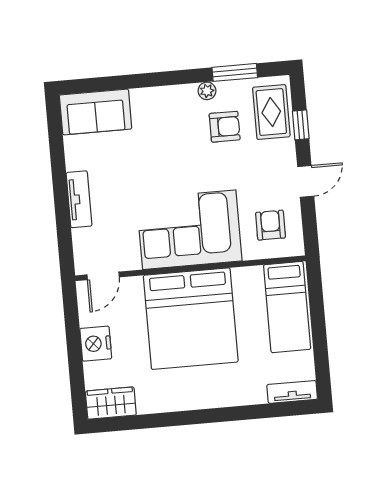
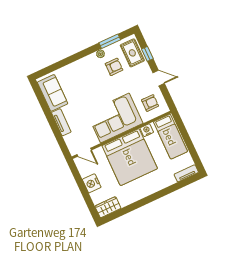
sofa: (96, 112) -> (53, 93), moved, turned -90
door: (306, 181) -> (159, 78), hinge flipped
armchair: (271, 225) -> (150, 103), turned 90
door: (103, 276) -> (84, 152), hinge flipped
nightstand: (244, 277) -> (147, 130), added

